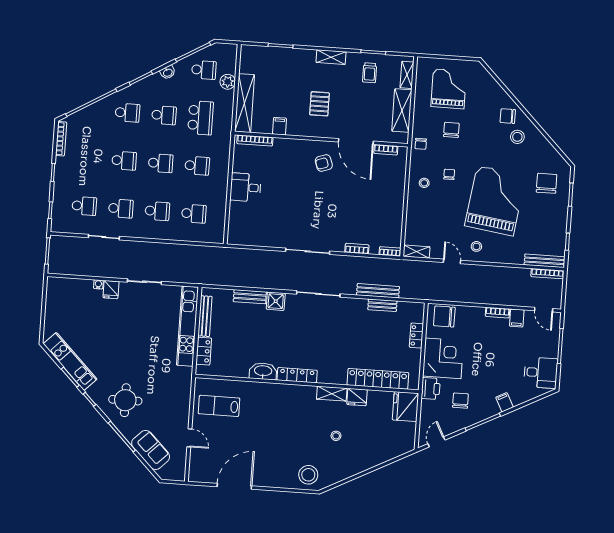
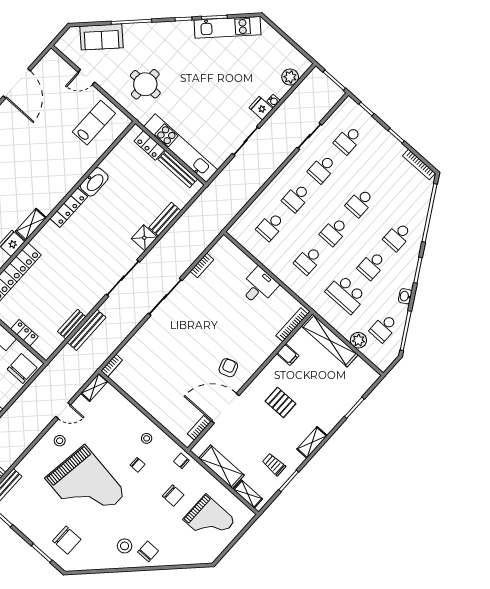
bookcase: (357, 249) -> (202, 265), moved
plant: (71, 286) -> (290, 77), added
round table: (125, 400) -> (145, 84), moved

